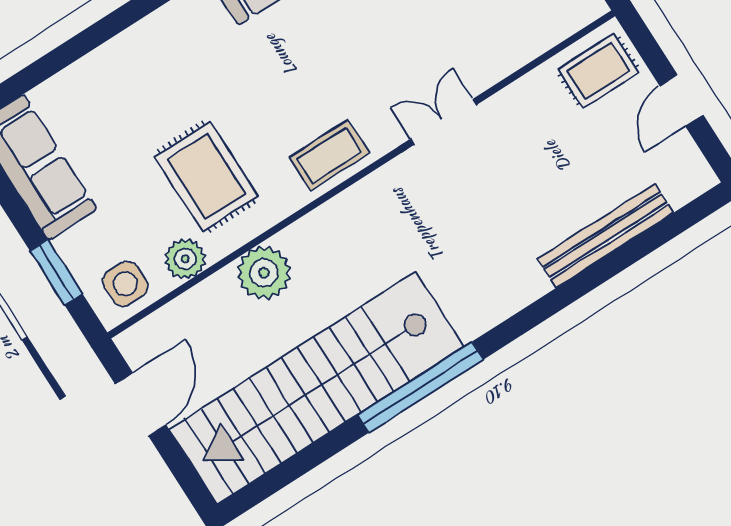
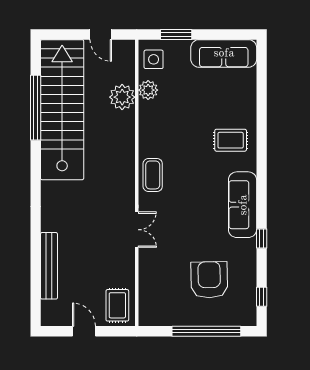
rug: (206, 176) -> (231, 140), moved, width x0.73, depth x0.70
plant: (264, 273) -> (122, 97), moved
window: (420, 387) -> (36, 108), moved
door: (141, 405) -> (101, 34), width x0.73

